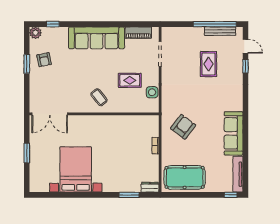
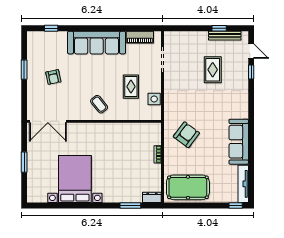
window: (215, 24) -> (219, 28), width x0.32
plant: (35, 33) -> (33, 37), removed
armchair: (44, 60) -> (53, 77), moved
rug: (130, 80) -> (131, 87), turned 90

